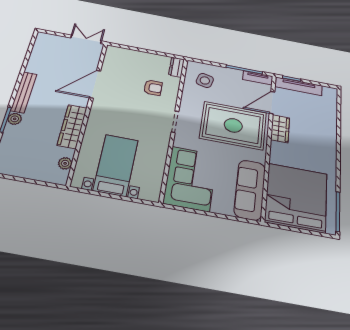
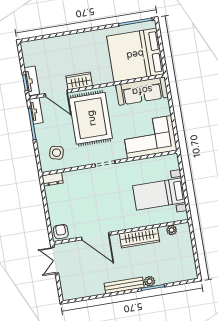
tv unit: (299, 86) -> (32, 81), width x0.71
armchair: (153, 88) -> (61, 232), moved

